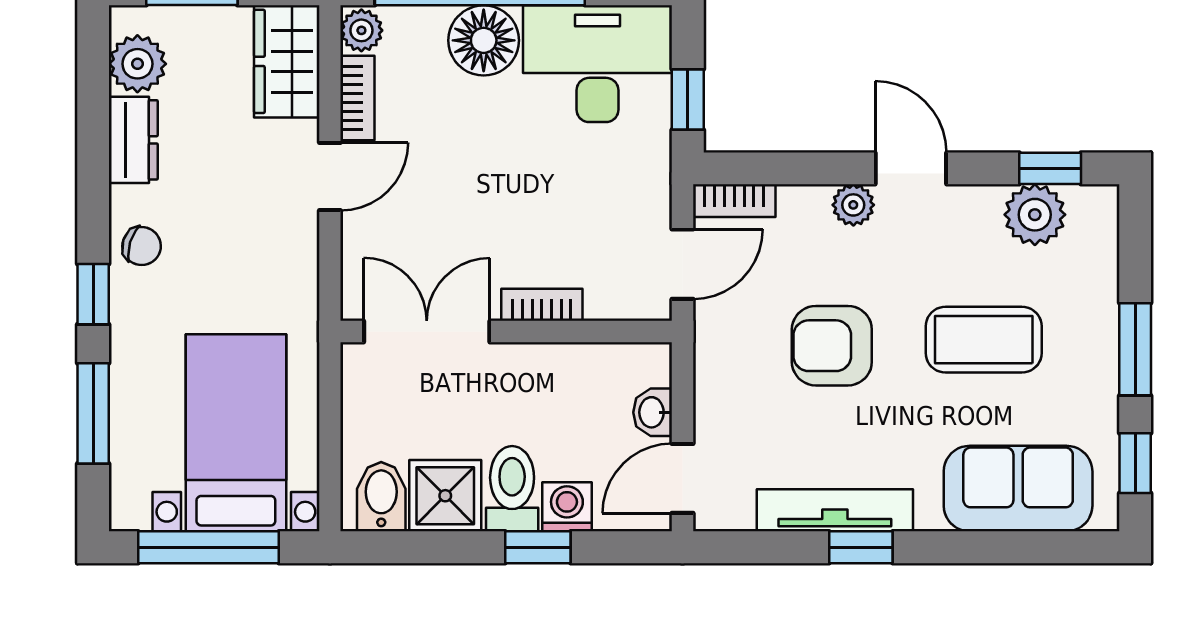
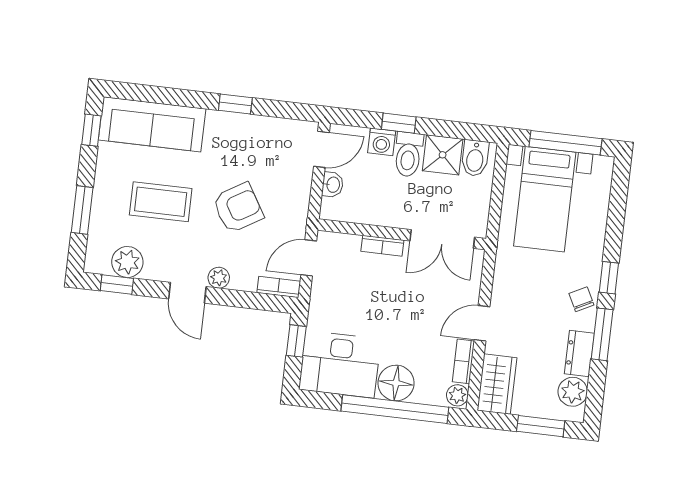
chair: (142, 246) -> (581, 299), turned 46
armchair: (832, 346) -> (238, 208), turned -31
window: (1135, 349) -> (82, 210), moved
window: (93, 413) -> (602, 334), moved
sofa: (1018, 489) -> (152, 124), width x1.36
tv unit: (835, 510) -> (246, 124), removed

